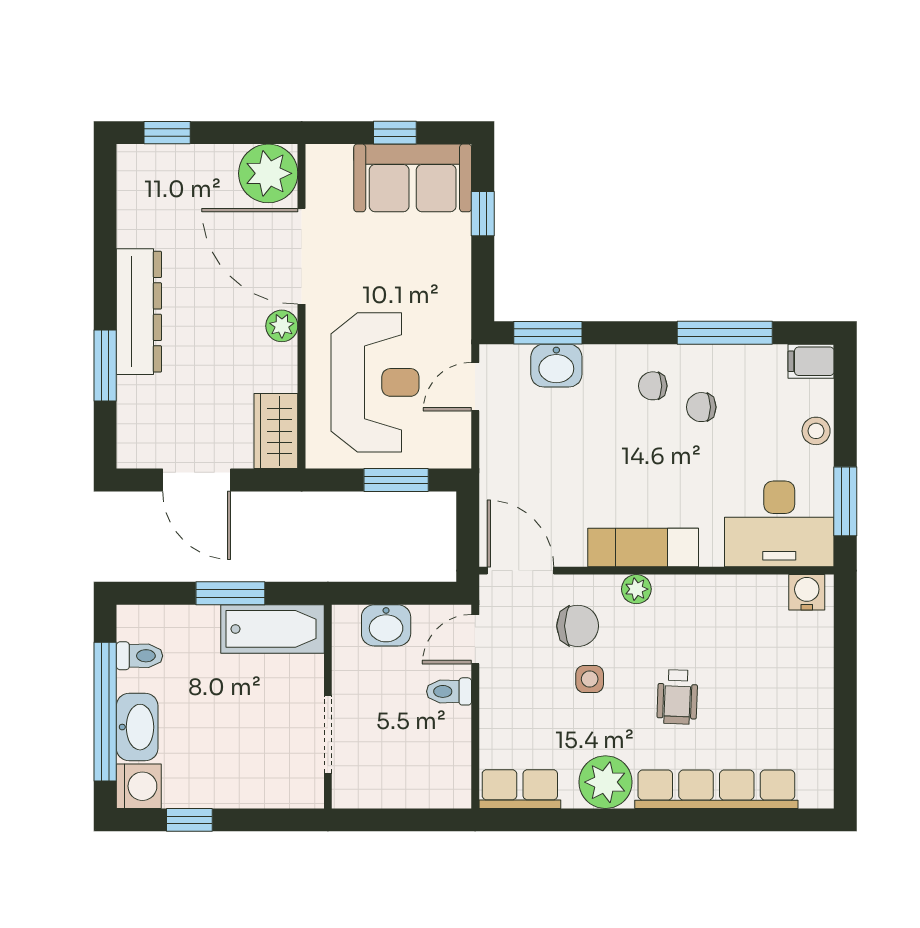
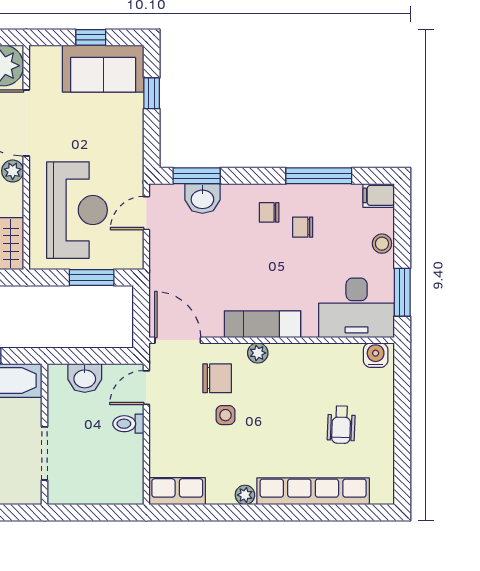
wheelchair: (677, 697) -> (341, 425), moved
plant: (605, 782) -> (245, 495), width x0.53, depth x0.53

